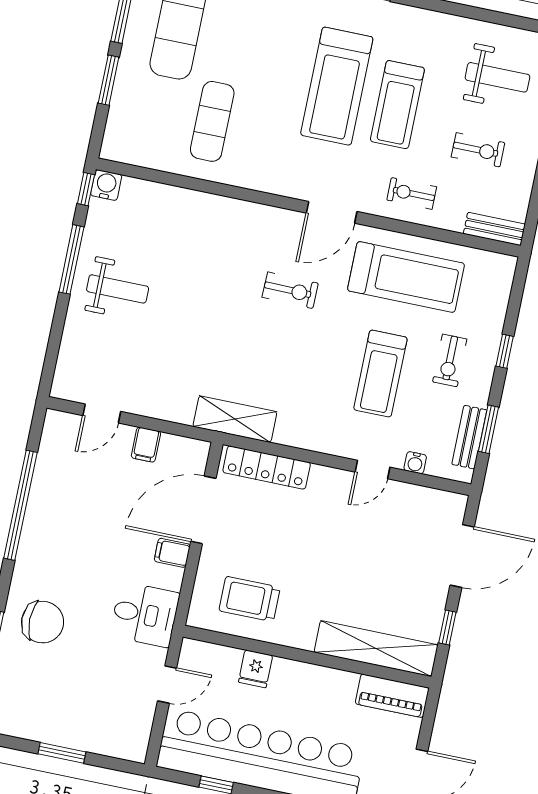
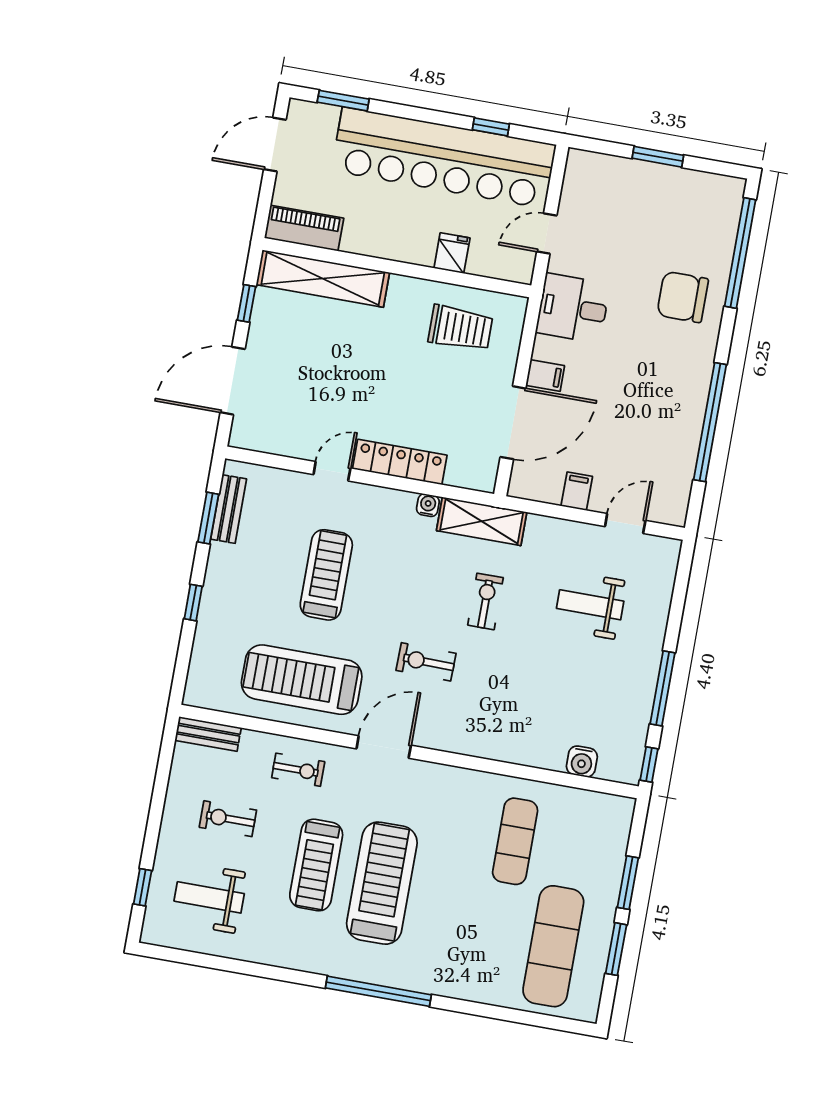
treadmill: (397, 105) -> (316, 865), turned 180
water cooler: (106, 185) -> (582, 761), moved
weight bench: (118, 289) -> (590, 605), moved
exercise bike: (450, 360) -> (485, 601), moved
water cooler: (415, 463) -> (428, 505), moved
locker: (267, 467) -> (400, 462), moved

